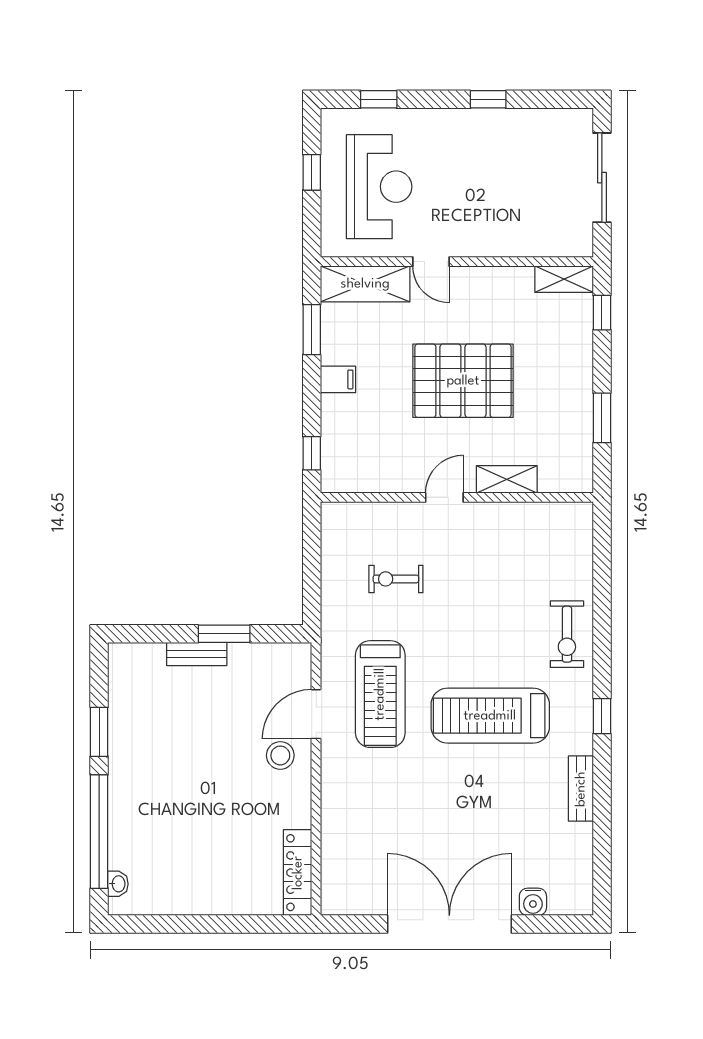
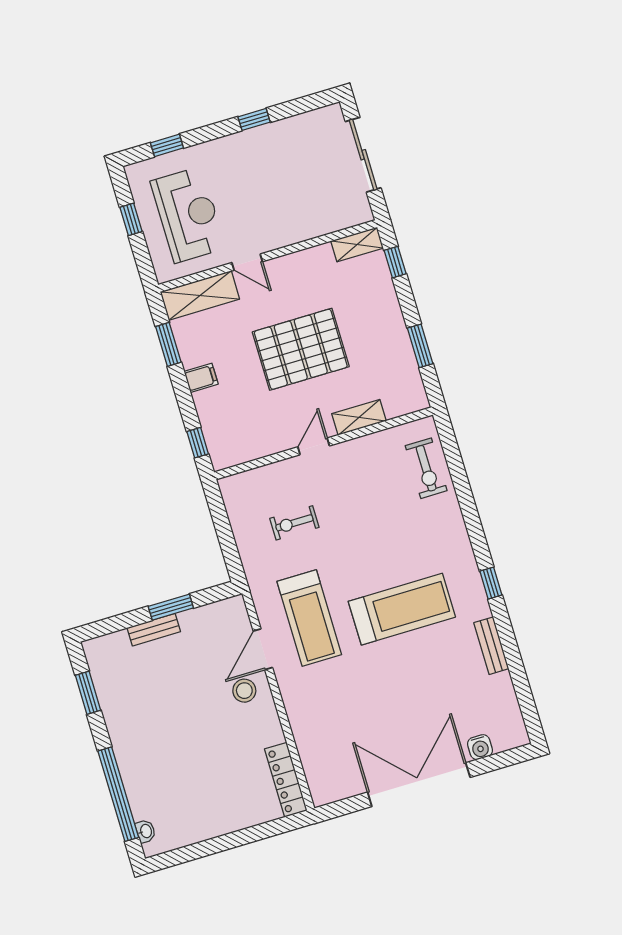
exercise bike: (567, 634) -> (426, 468), moved
treadmill: (490, 716) -> (402, 609), turned 180
window: (99, 732) -> (88, 693), moved

